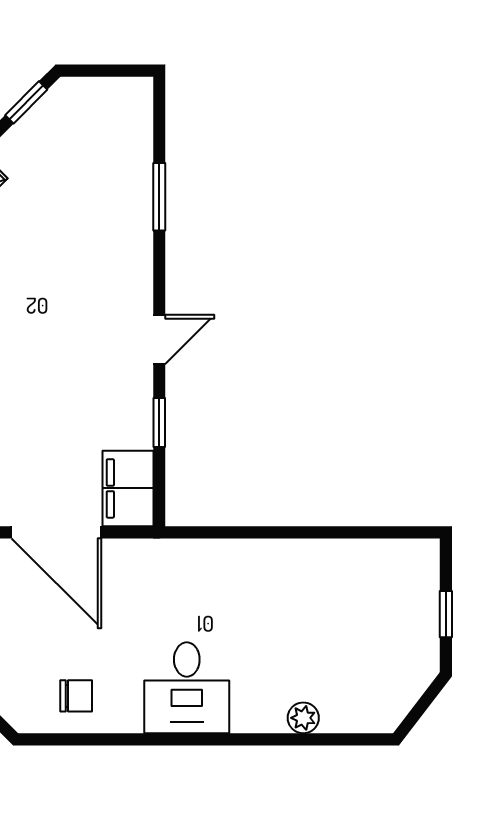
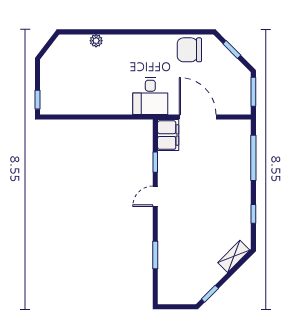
window: (446, 614) -> (37, 100), moved
desk: (187, 688) -> (150, 96), moved, turned 180
chair: (76, 696) -> (189, 50), width x1.87, depth x1.87

